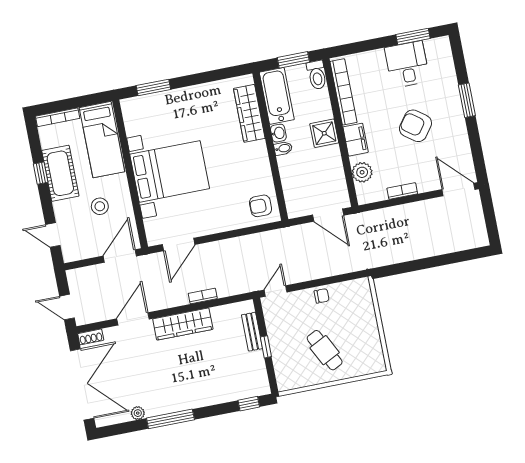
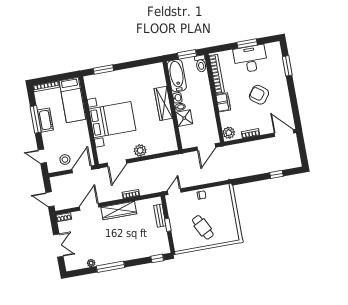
window: (413, 37) -> (247, 44), moved
desk: (407, 64) -> (250, 59), width x1.37
window: (467, 100) -> (287, 66), moved
wardrobe: (249, 113) -> (163, 103), moved
shower: (324, 133) -> (184, 118), moved
plant: (362, 172) -> (229, 133), moved
window: (41, 173) -> (36, 119), width x2.17
cot: (60, 173) -> (45, 120), width x0.73, depth x0.75
stool: (100, 206) -> (65, 160), moved
armchair: (261, 206) -> (166, 141), removed
door: (328, 215) -> (206, 147), hinge flipped
plant: (217, 223) -> (140, 150), added
window: (447, 259) -> (276, 174), added
double door: (82, 384) -> (58, 245), width x0.54

